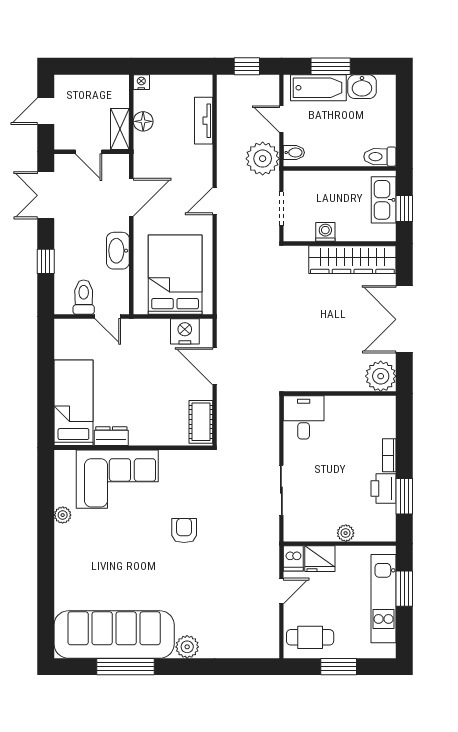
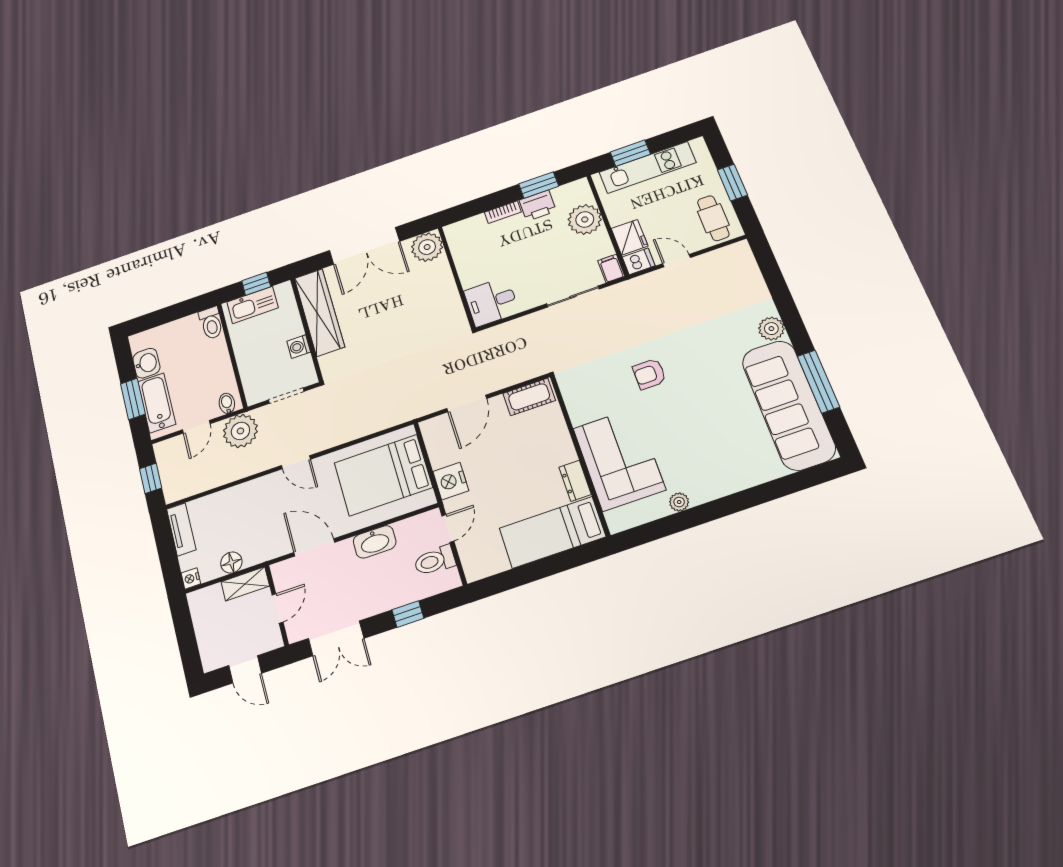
tv unit: (204, 121) -> (181, 529), moved, turned -90
nightstand: (185, 331) -> (451, 481), moved
filing cabinet: (296, 532) -> (611, 268), added
plant: (346, 533) -> (585, 219), width x1.87, depth x1.87

